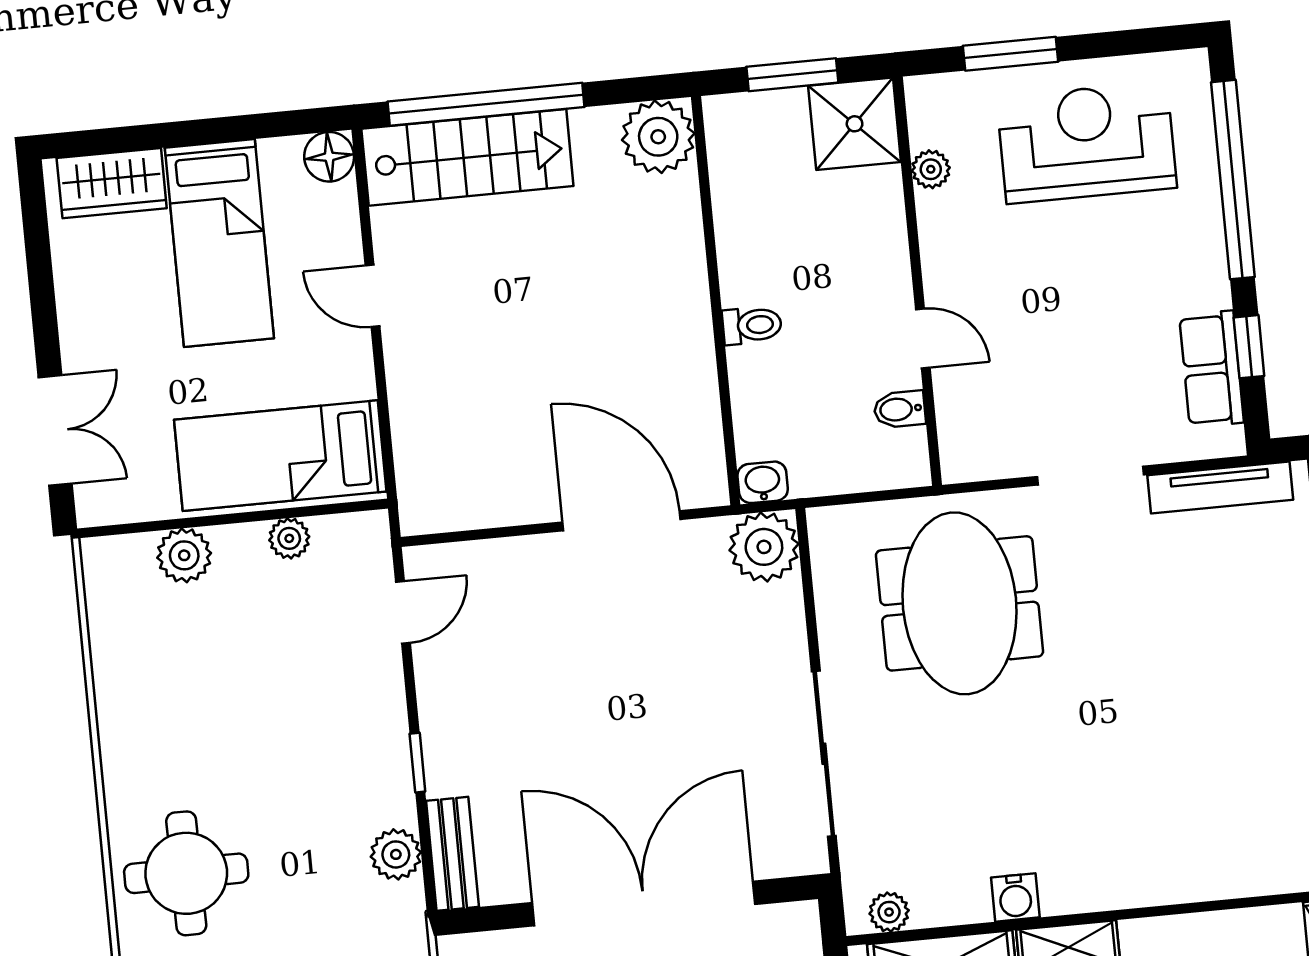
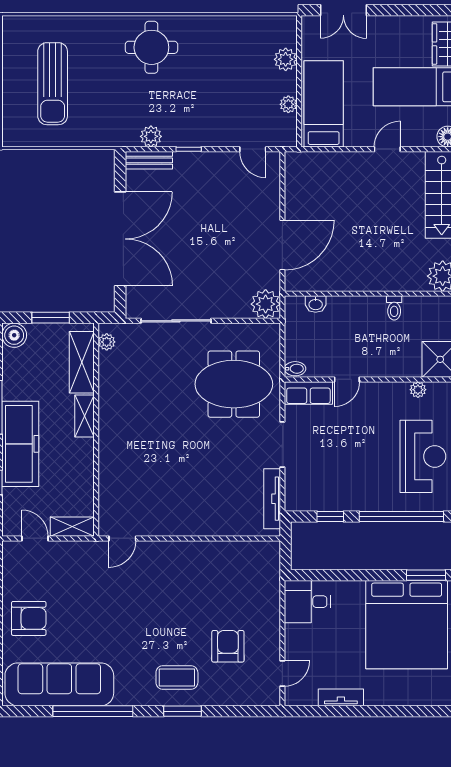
toilet: (752, 325) -> (394, 308), moved
row of seats: (1211, 369) -> (308, 393), moved, turned 180
bidet: (900, 409) -> (295, 369), moved, turned 90
washbasin: (763, 482) -> (316, 304), moved, turned 90
water cooler: (1015, 897) -> (108, 396), removed

